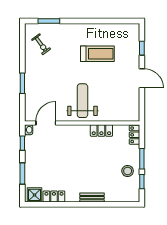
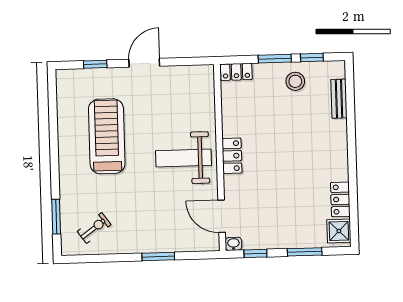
treadmill: (97, 54) -> (107, 136), width x1.37, depth x1.38
locker: (101, 131) -> (232, 156), moved
bench: (92, 198) -> (339, 99), moved

